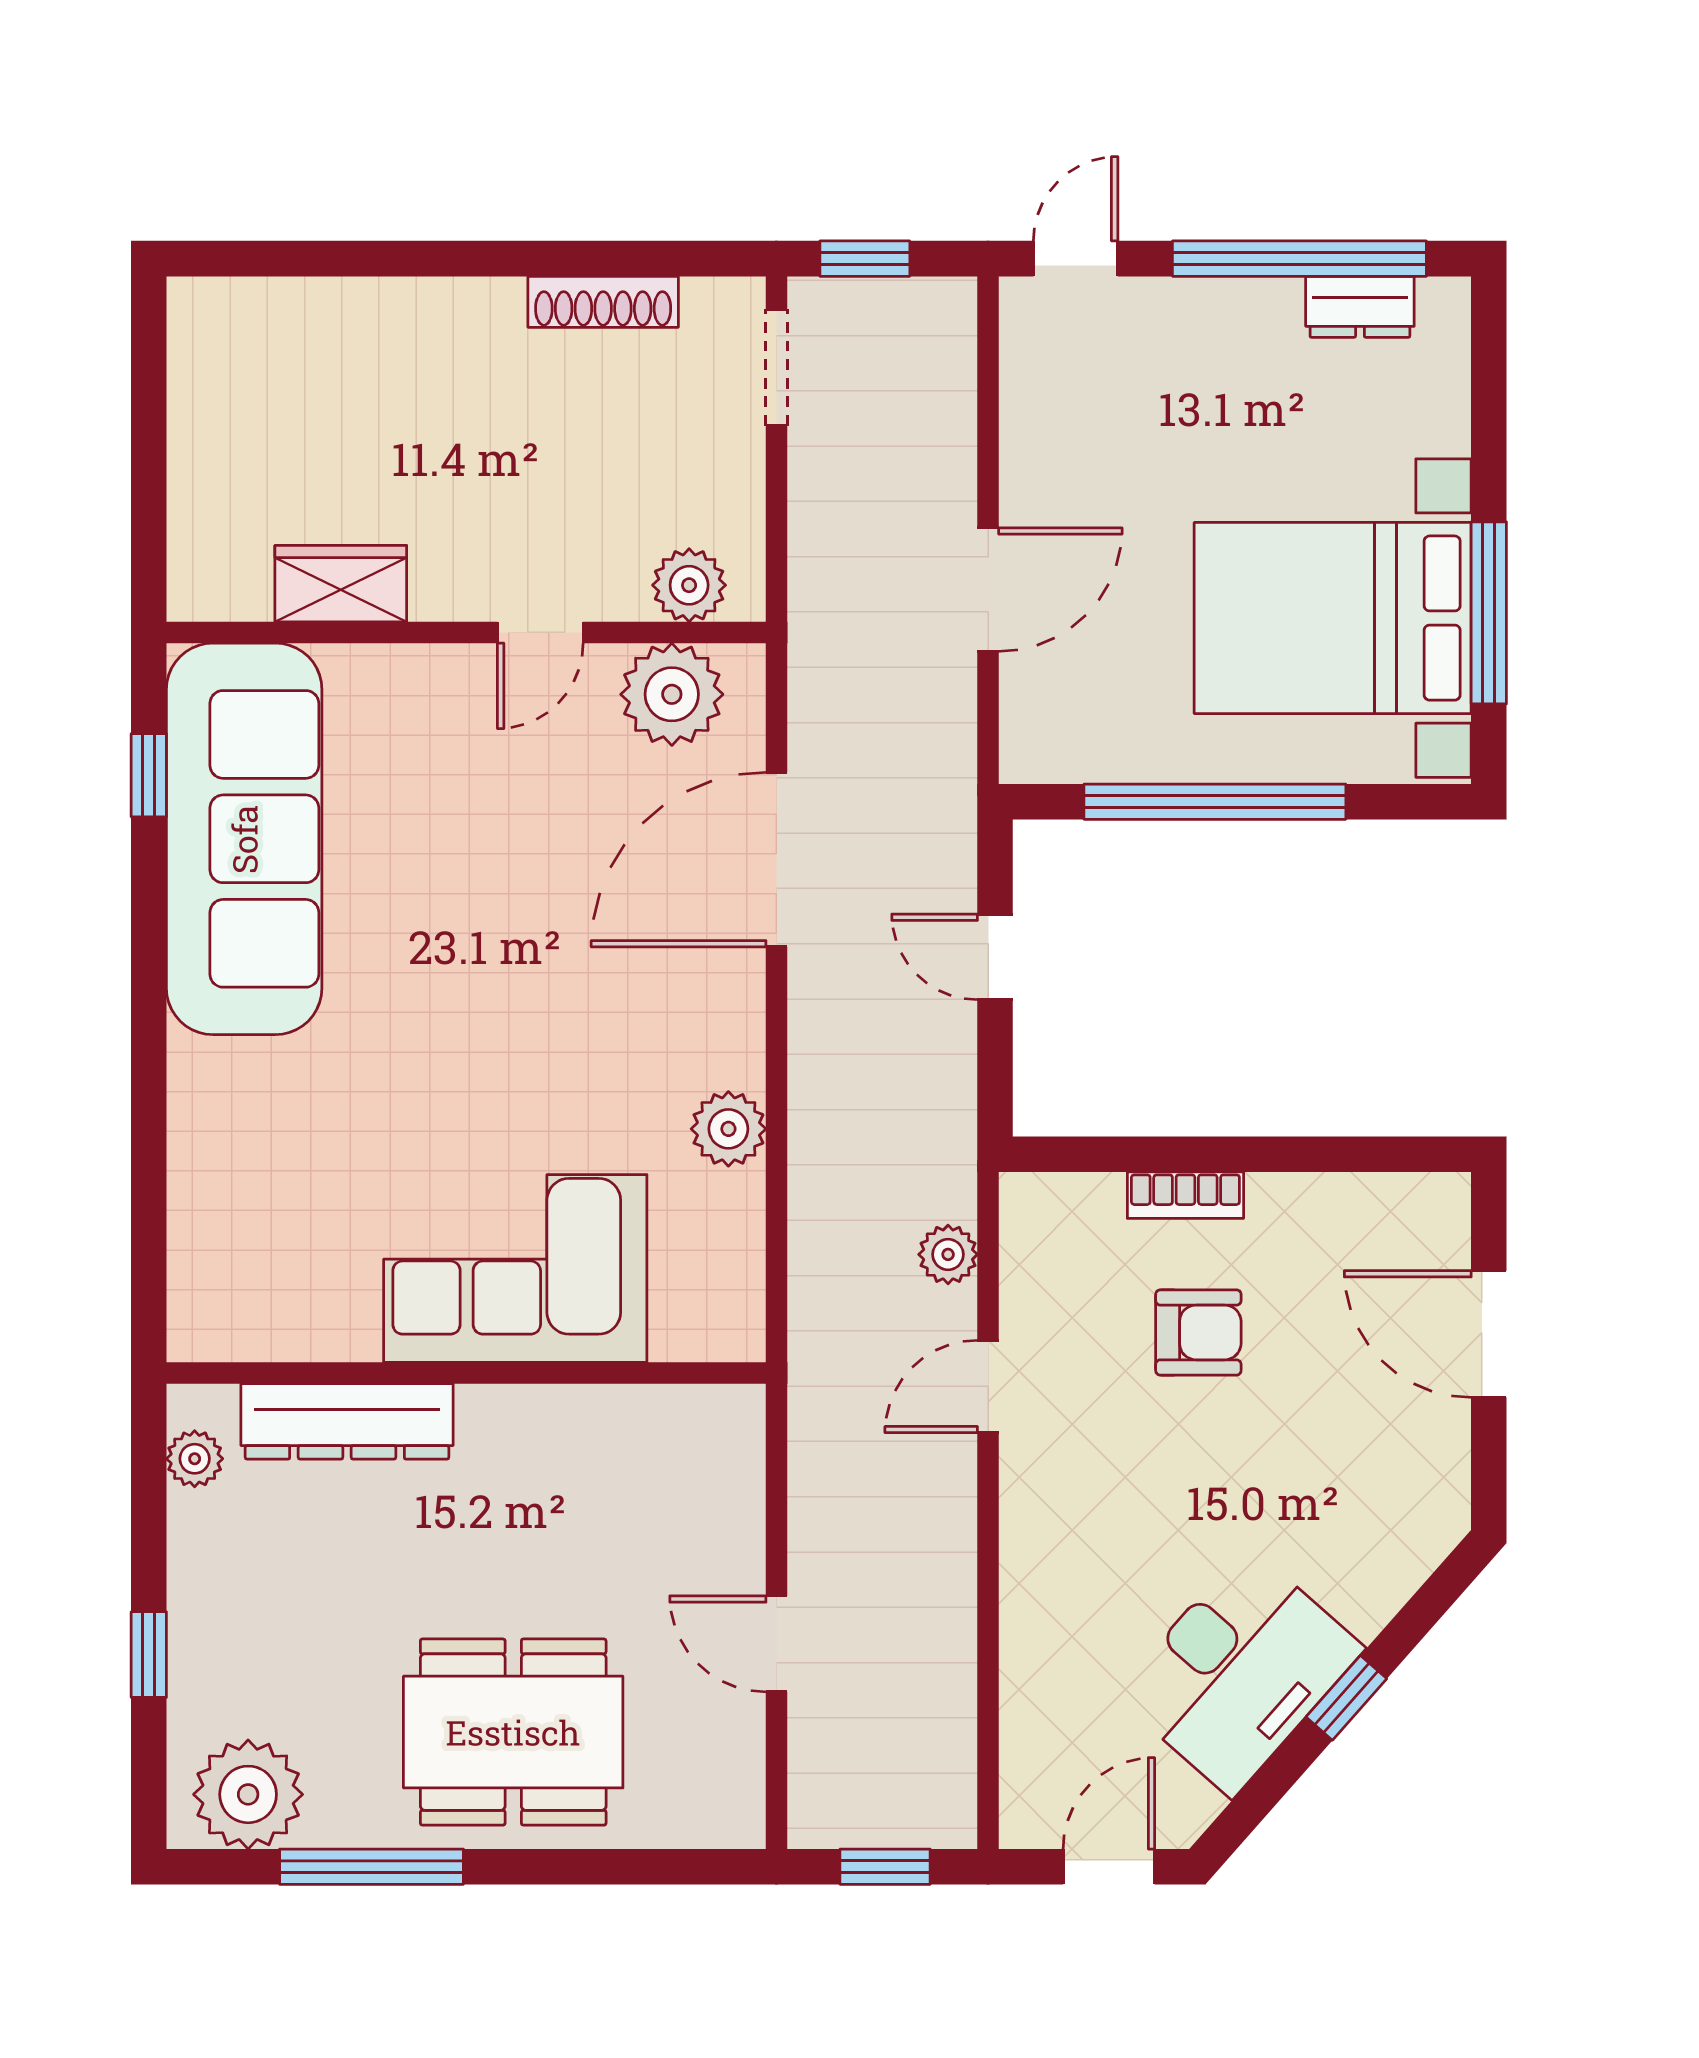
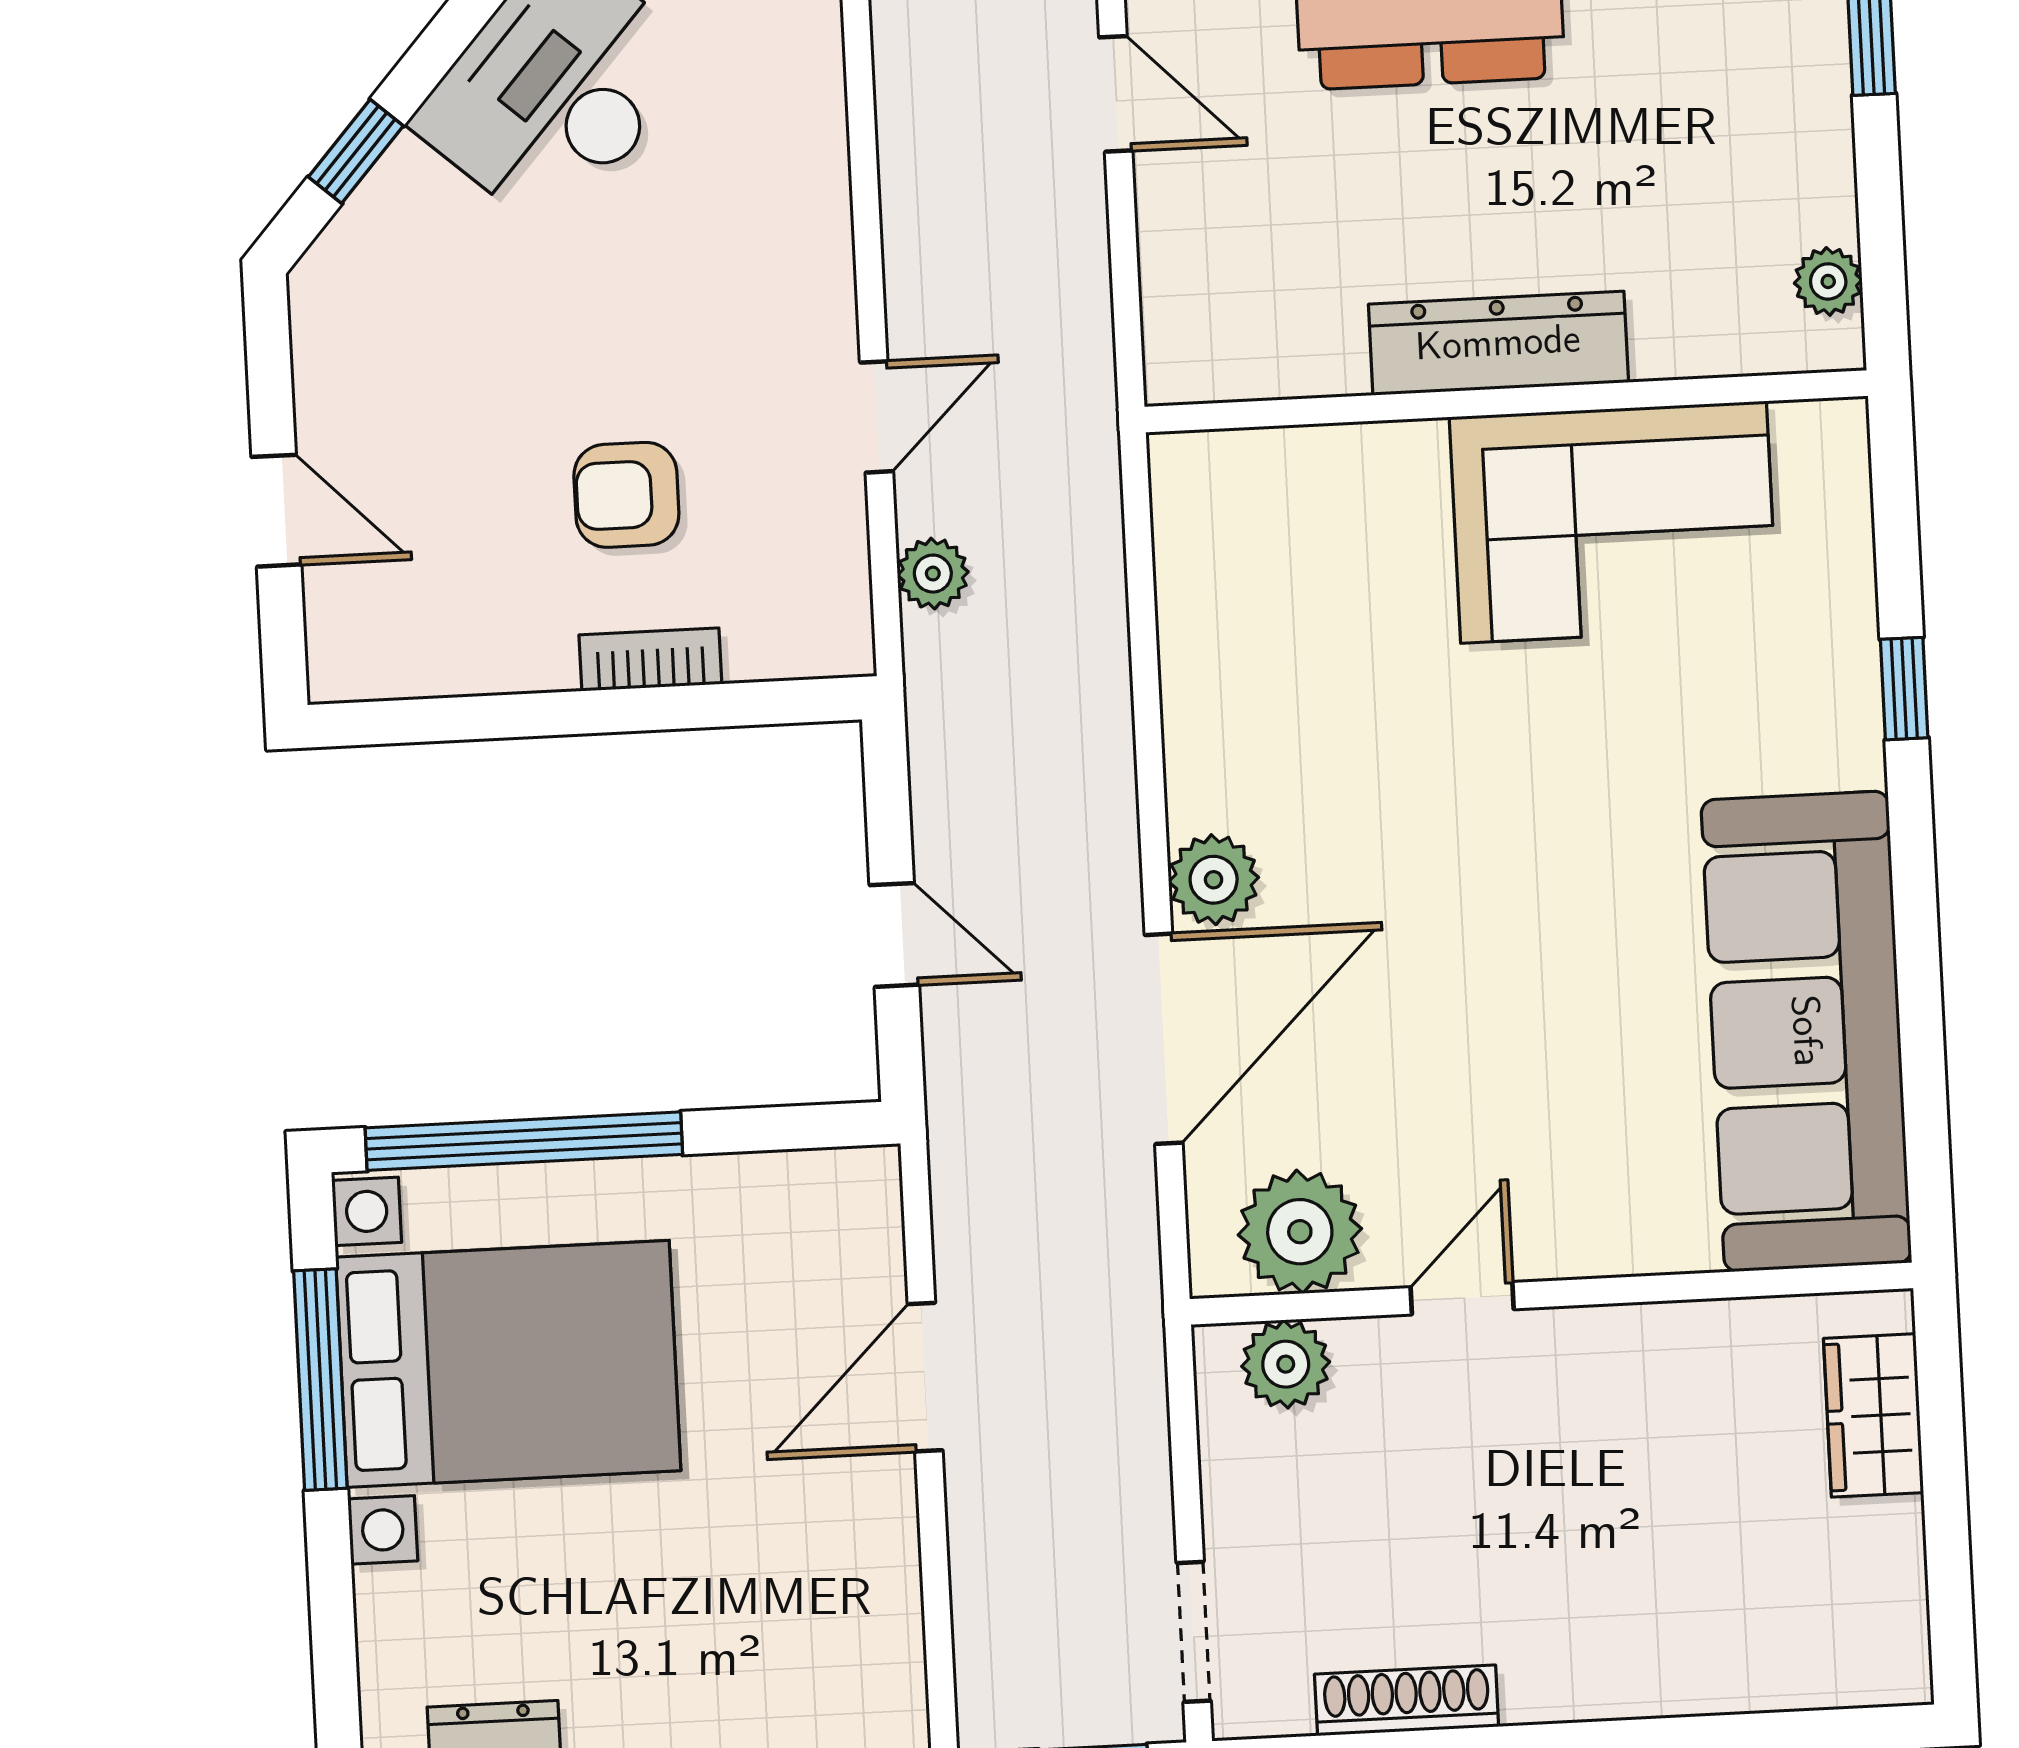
wardrobe: (341, 584) -> (1874, 1415), moved, turned 90
window: (149, 775) -> (1904, 689), moved
window: (1215, 802) -> (524, 1141), moved
plant: (728, 1129) -> (1214, 880), moved
corner sofa: (515, 1268) -> (1613, 522), moved
door: (1489, 1334) -> (276, 511), width x0.73
dresser: (347, 1421) -> (1498, 343), moved
window: (1346, 1698) -> (356, 151), moved

